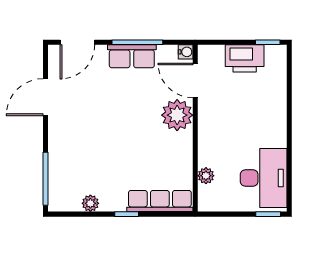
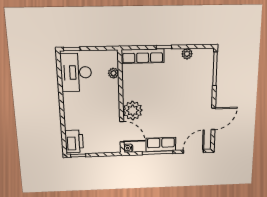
printer: (245, 58) -> (74, 141), moved, turned 90

